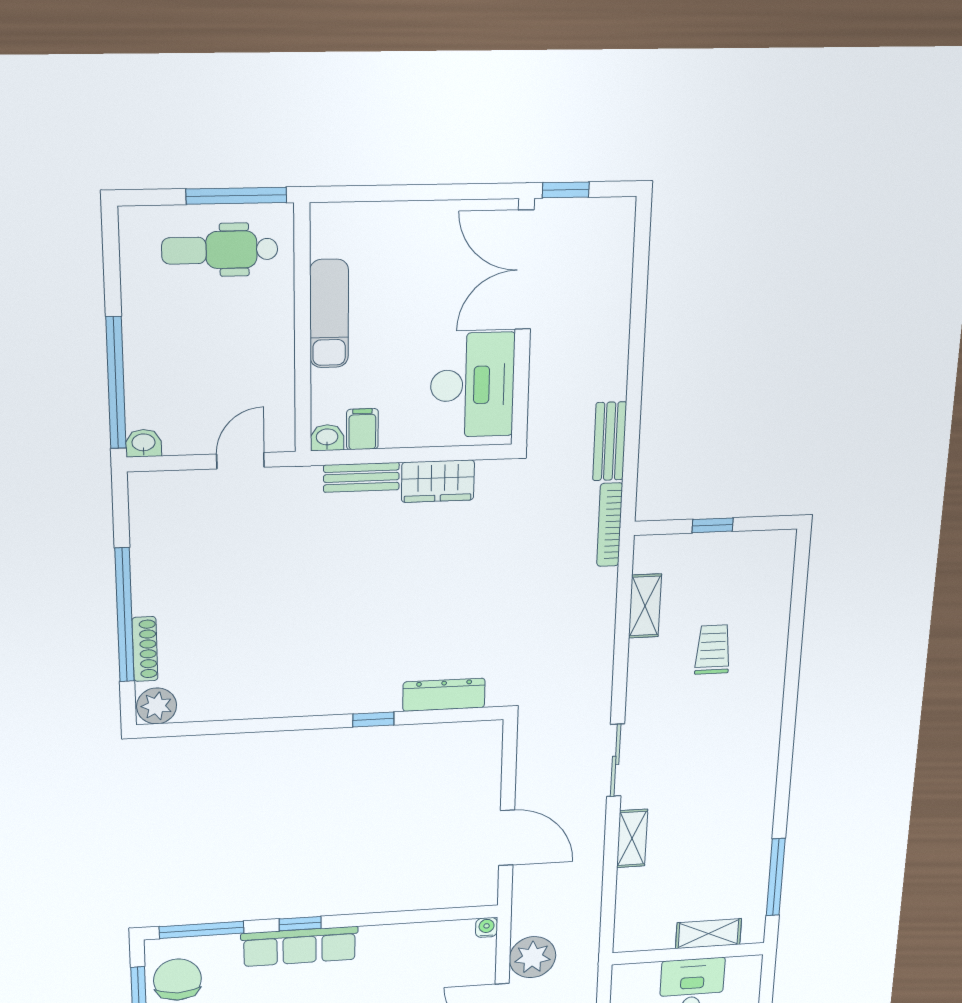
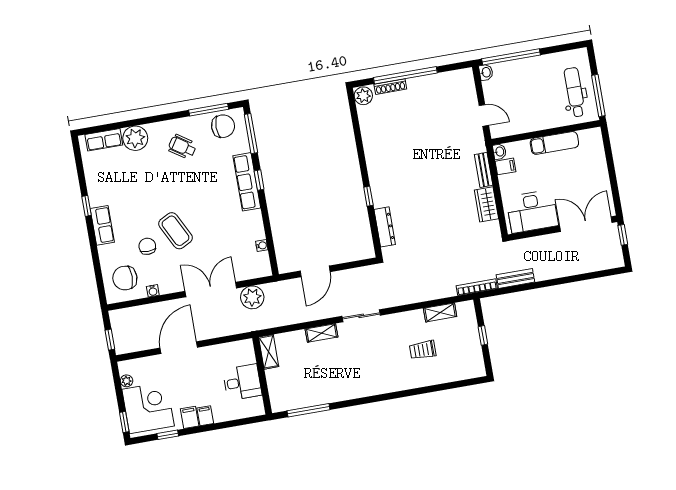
trolley: (713, 650) -> (423, 350), turned 180
water cooler: (487, 927) -> (262, 246), moved
shelving: (708, 934) -> (269, 352), moved

